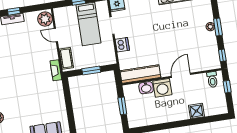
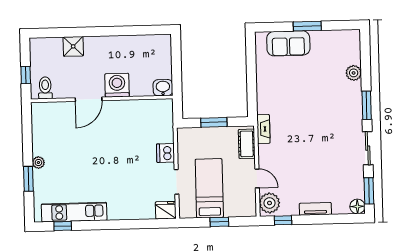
window: (14, 11) -> (283, 220), moved
window: (218, 27) -> (28, 179), moved
window: (222, 55) -> (27, 120), removed
kitchen counter: (140, 74) -> (145, 108), removed
washbasin: (146, 88) -> (163, 88), moved
window: (122, 106) -> (176, 67), removed

